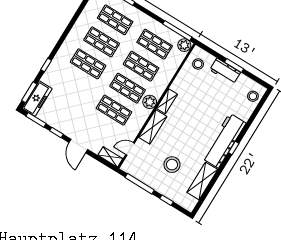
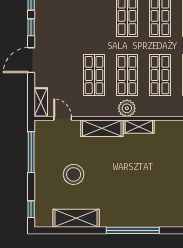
workbench: (224, 141) -> (134, 215), removed
window: (234, 148) -> (133, 230), width x3.17
window: (166, 200) -> (31, 209), moved

